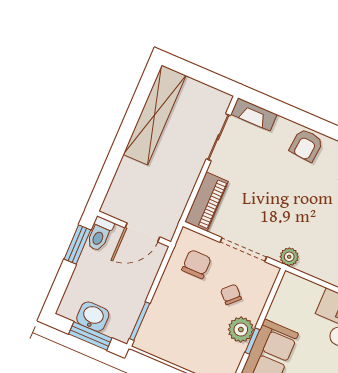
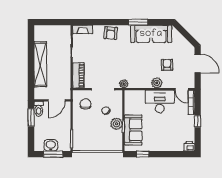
shelving: (155, 115) -> (40, 64), moved

